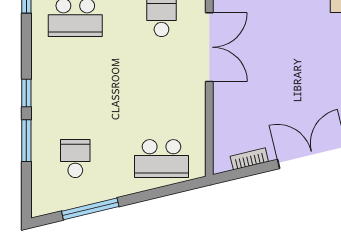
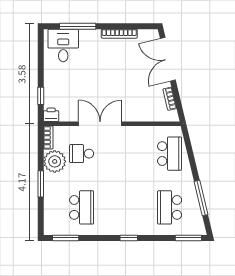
window: (26, 141) -> (188, 238), moved
school desk: (75, 159) -> (170, 207), width x1.85

